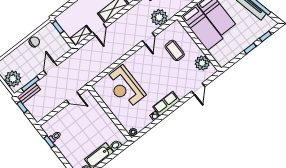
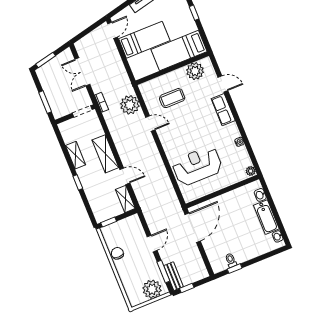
bed: (202, 28) -> (179, 50), moved, turned 180
door: (50, 68) -> (152, 244), swing flipped
reception desk: (125, 87) -> (197, 166), turned 180
door: (73, 98) -> (193, 228), width x1.88
row of seats: (166, 104) -> (223, 110), moved

